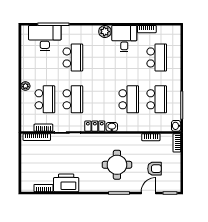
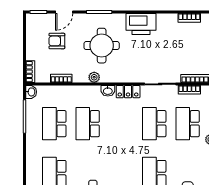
plant: (123, 138) -> (94, 77), added
printer: (66, 183) -> (141, 24), moved

